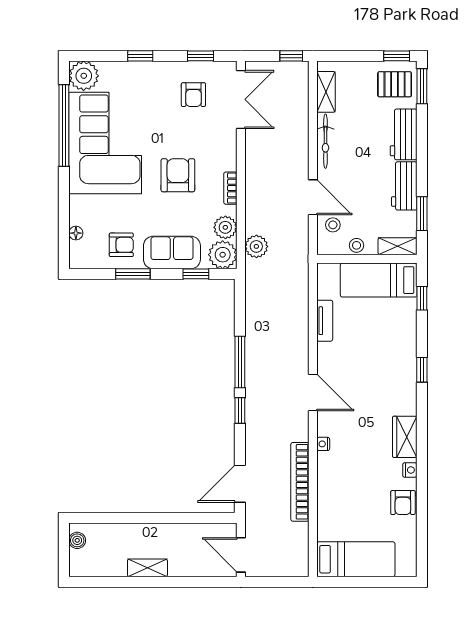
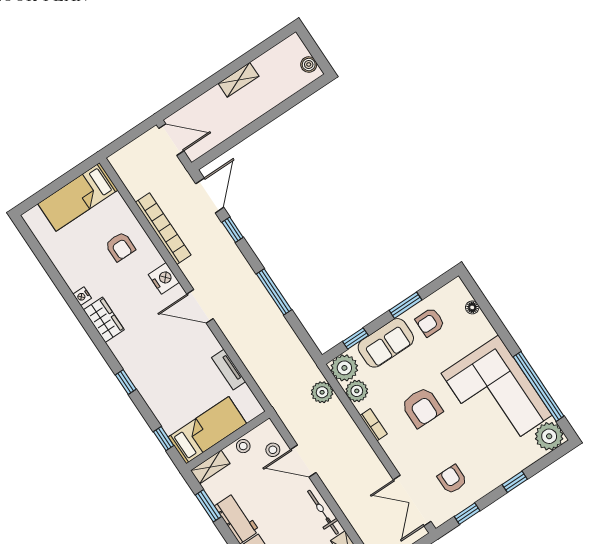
window: (240, 411) -> (233, 230), moved
nightstand: (323, 444) -> (164, 278), width x1.89, depth x1.79
armchair: (403, 503) -> (120, 247), moved, turned 180

